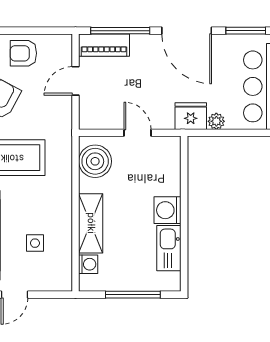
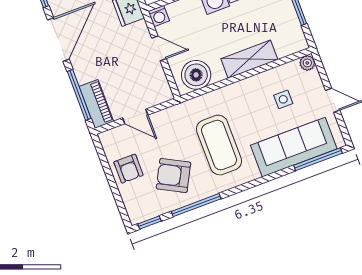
door: (138, 133) -> (159, 48), swing flipped
washing machine: (88, 264) -> (159, 16), moved, turned 180
plant: (64, 283) -> (307, 63), added

